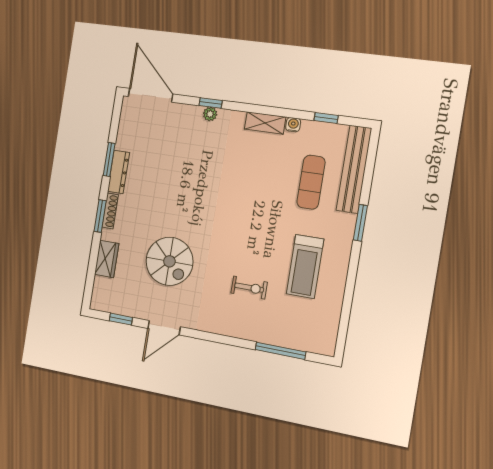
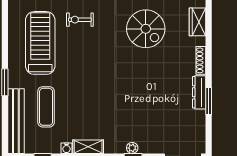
window: (100, 216) -> (209, 55), removed
spiral stairs: (169, 261) -> (146, 29), turned 180
treadmill: (305, 266) -> (40, 43), width x1.37, depth x1.38

